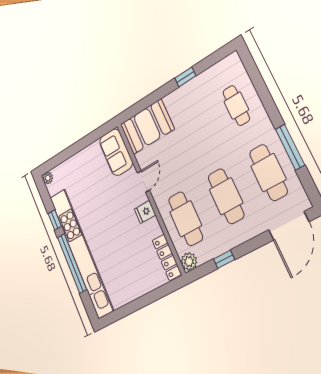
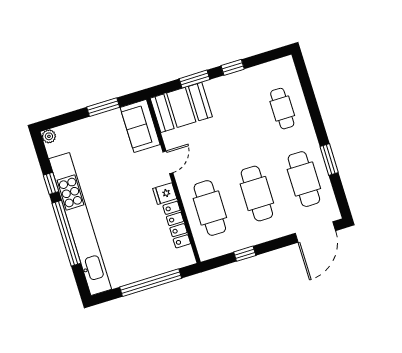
window: (154, 97) -> (194, 79), added
window: (85, 142) -> (103, 107), added
window: (290, 147) -> (329, 160), width x0.69
locker: (167, 257) -> (177, 225), moved
plant: (189, 262) -> (207, 251), removed
window: (145, 300) -> (151, 283), added

